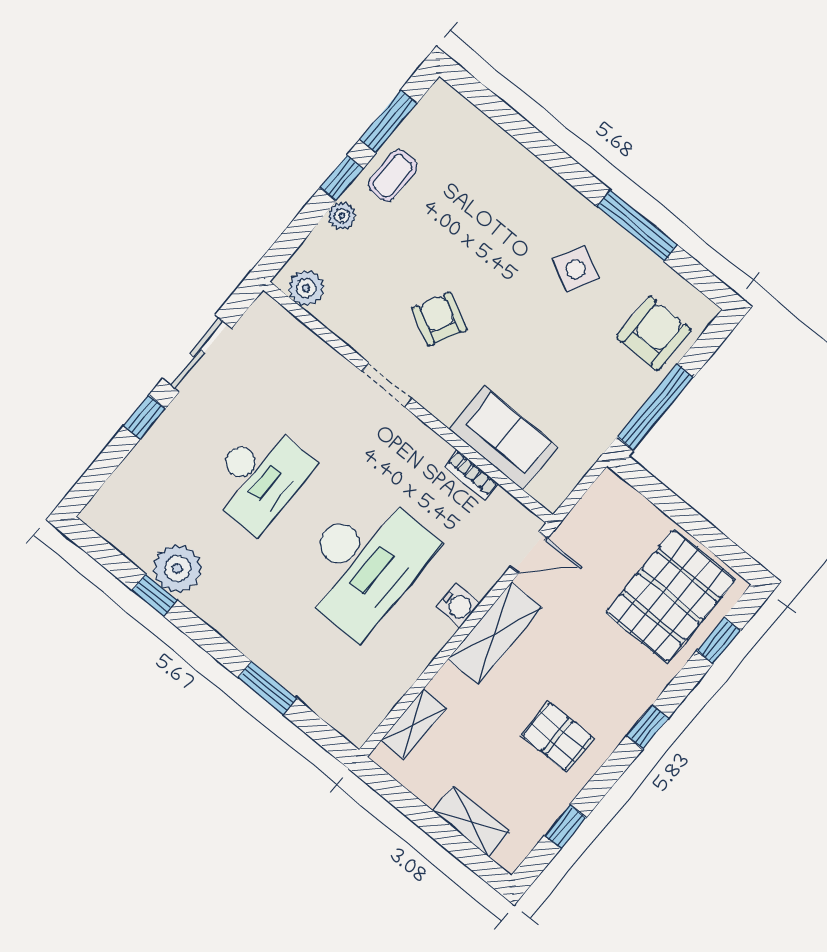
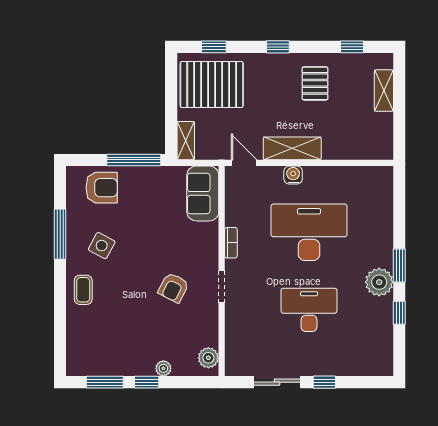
coffee table: (393, 176) -> (83, 290), moved, turned 90
armchair: (654, 333) -> (102, 188), turned 180
sofa: (504, 438) -> (203, 193), moved
bookcase: (471, 475) -> (231, 243), moved
plant: (177, 569) -> (379, 282), moved
window: (268, 688) -> (399, 266), moved
shelving: (414, 724) -> (186, 141), moved, turned 90

